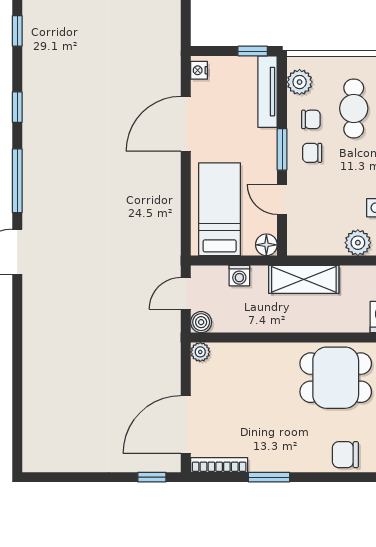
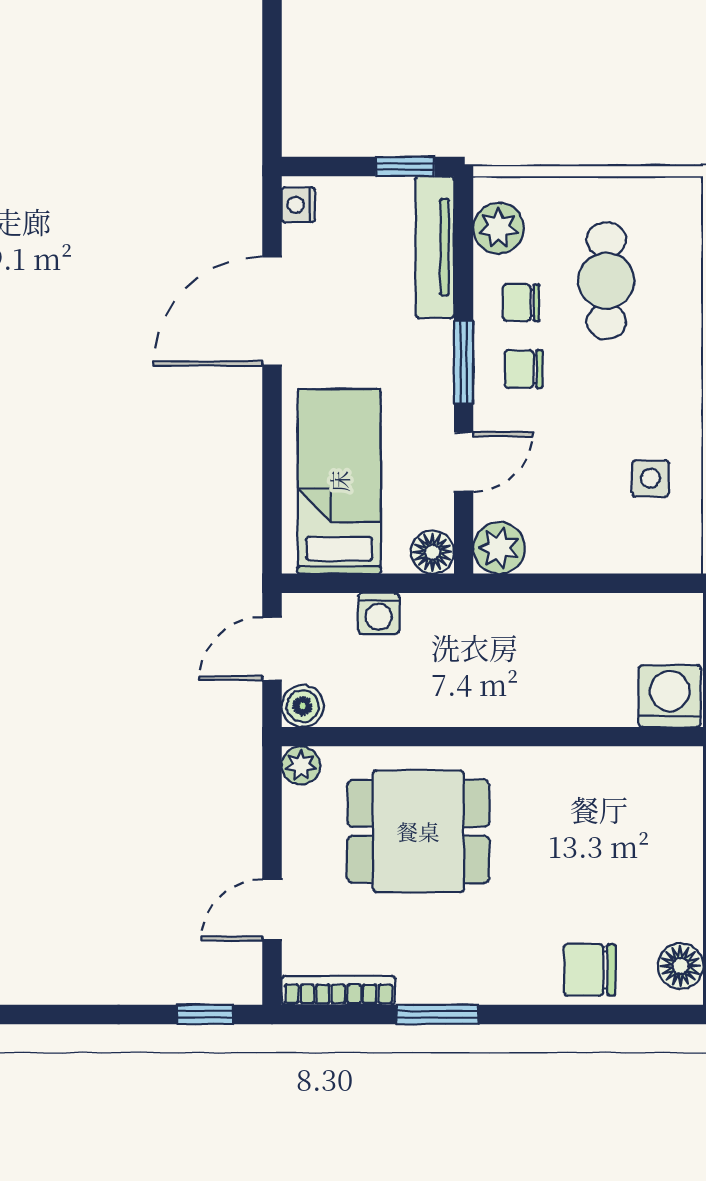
chair: (311, 119) -> (521, 303), turned 180
door: (282, 199) -> (464, 462), swing flipped
plant: (358, 243) -> (499, 548), moved
shelving: (304, 279) -> (507, 621), removed
dining table: (336, 378) -> (418, 831), moved
door: (186, 425) -> (272, 910), width x0.53

